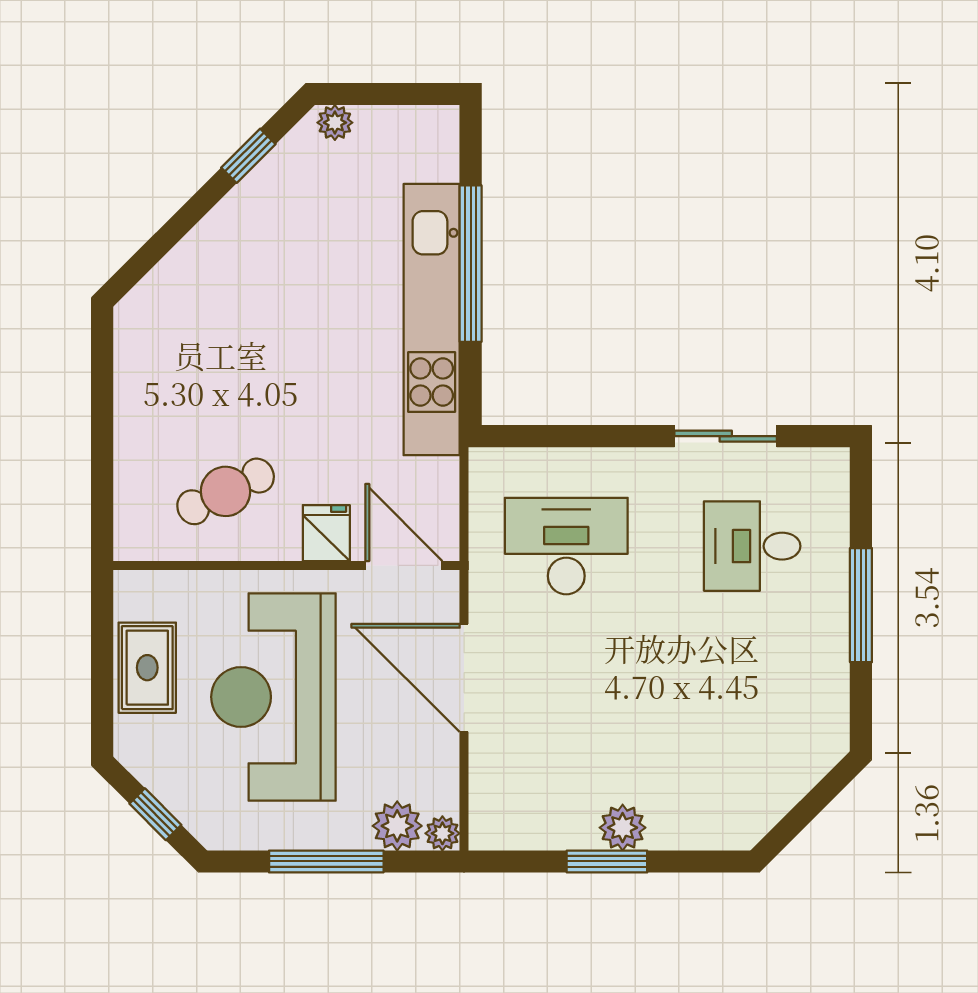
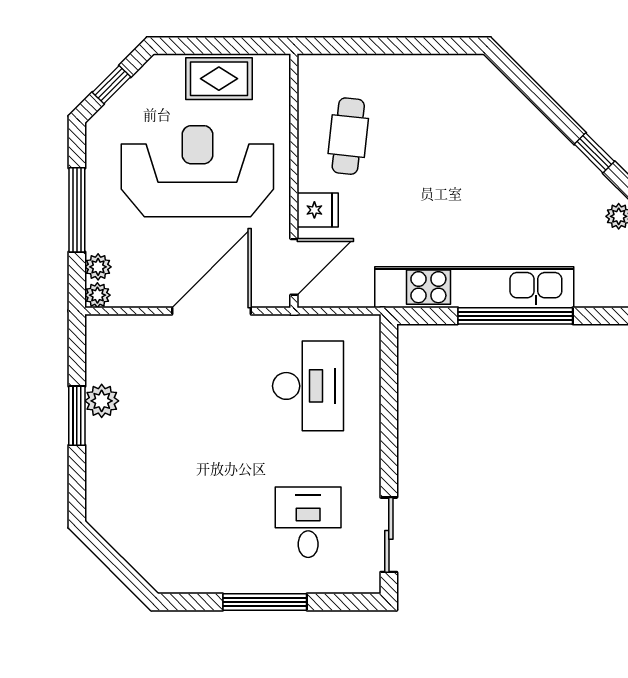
sliding door: (726, 436) -> (389, 535), moved
cafe table: (226, 491) -> (348, 136), turned 32
plant: (397, 826) -> (98, 267), width x0.73, depth x0.73
plant: (623, 828) -> (102, 401), moved

